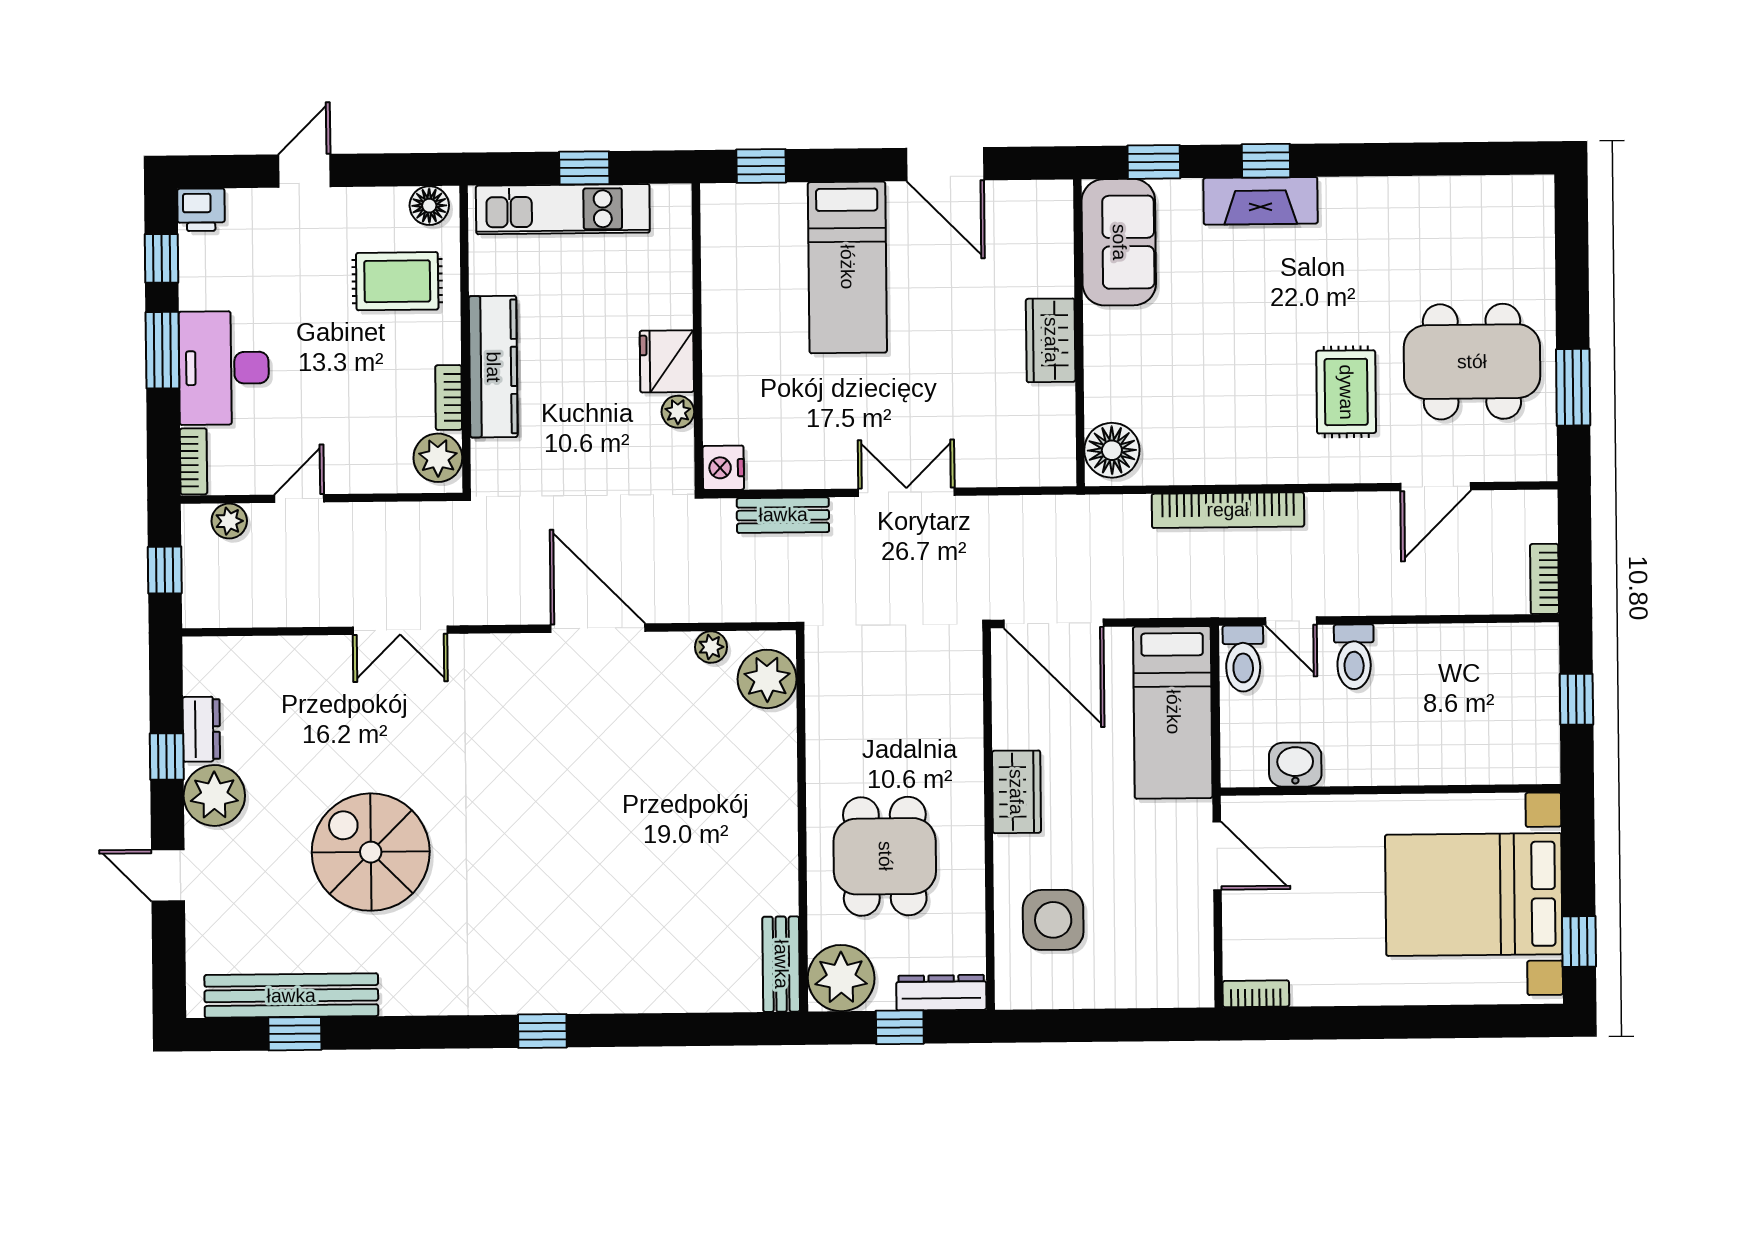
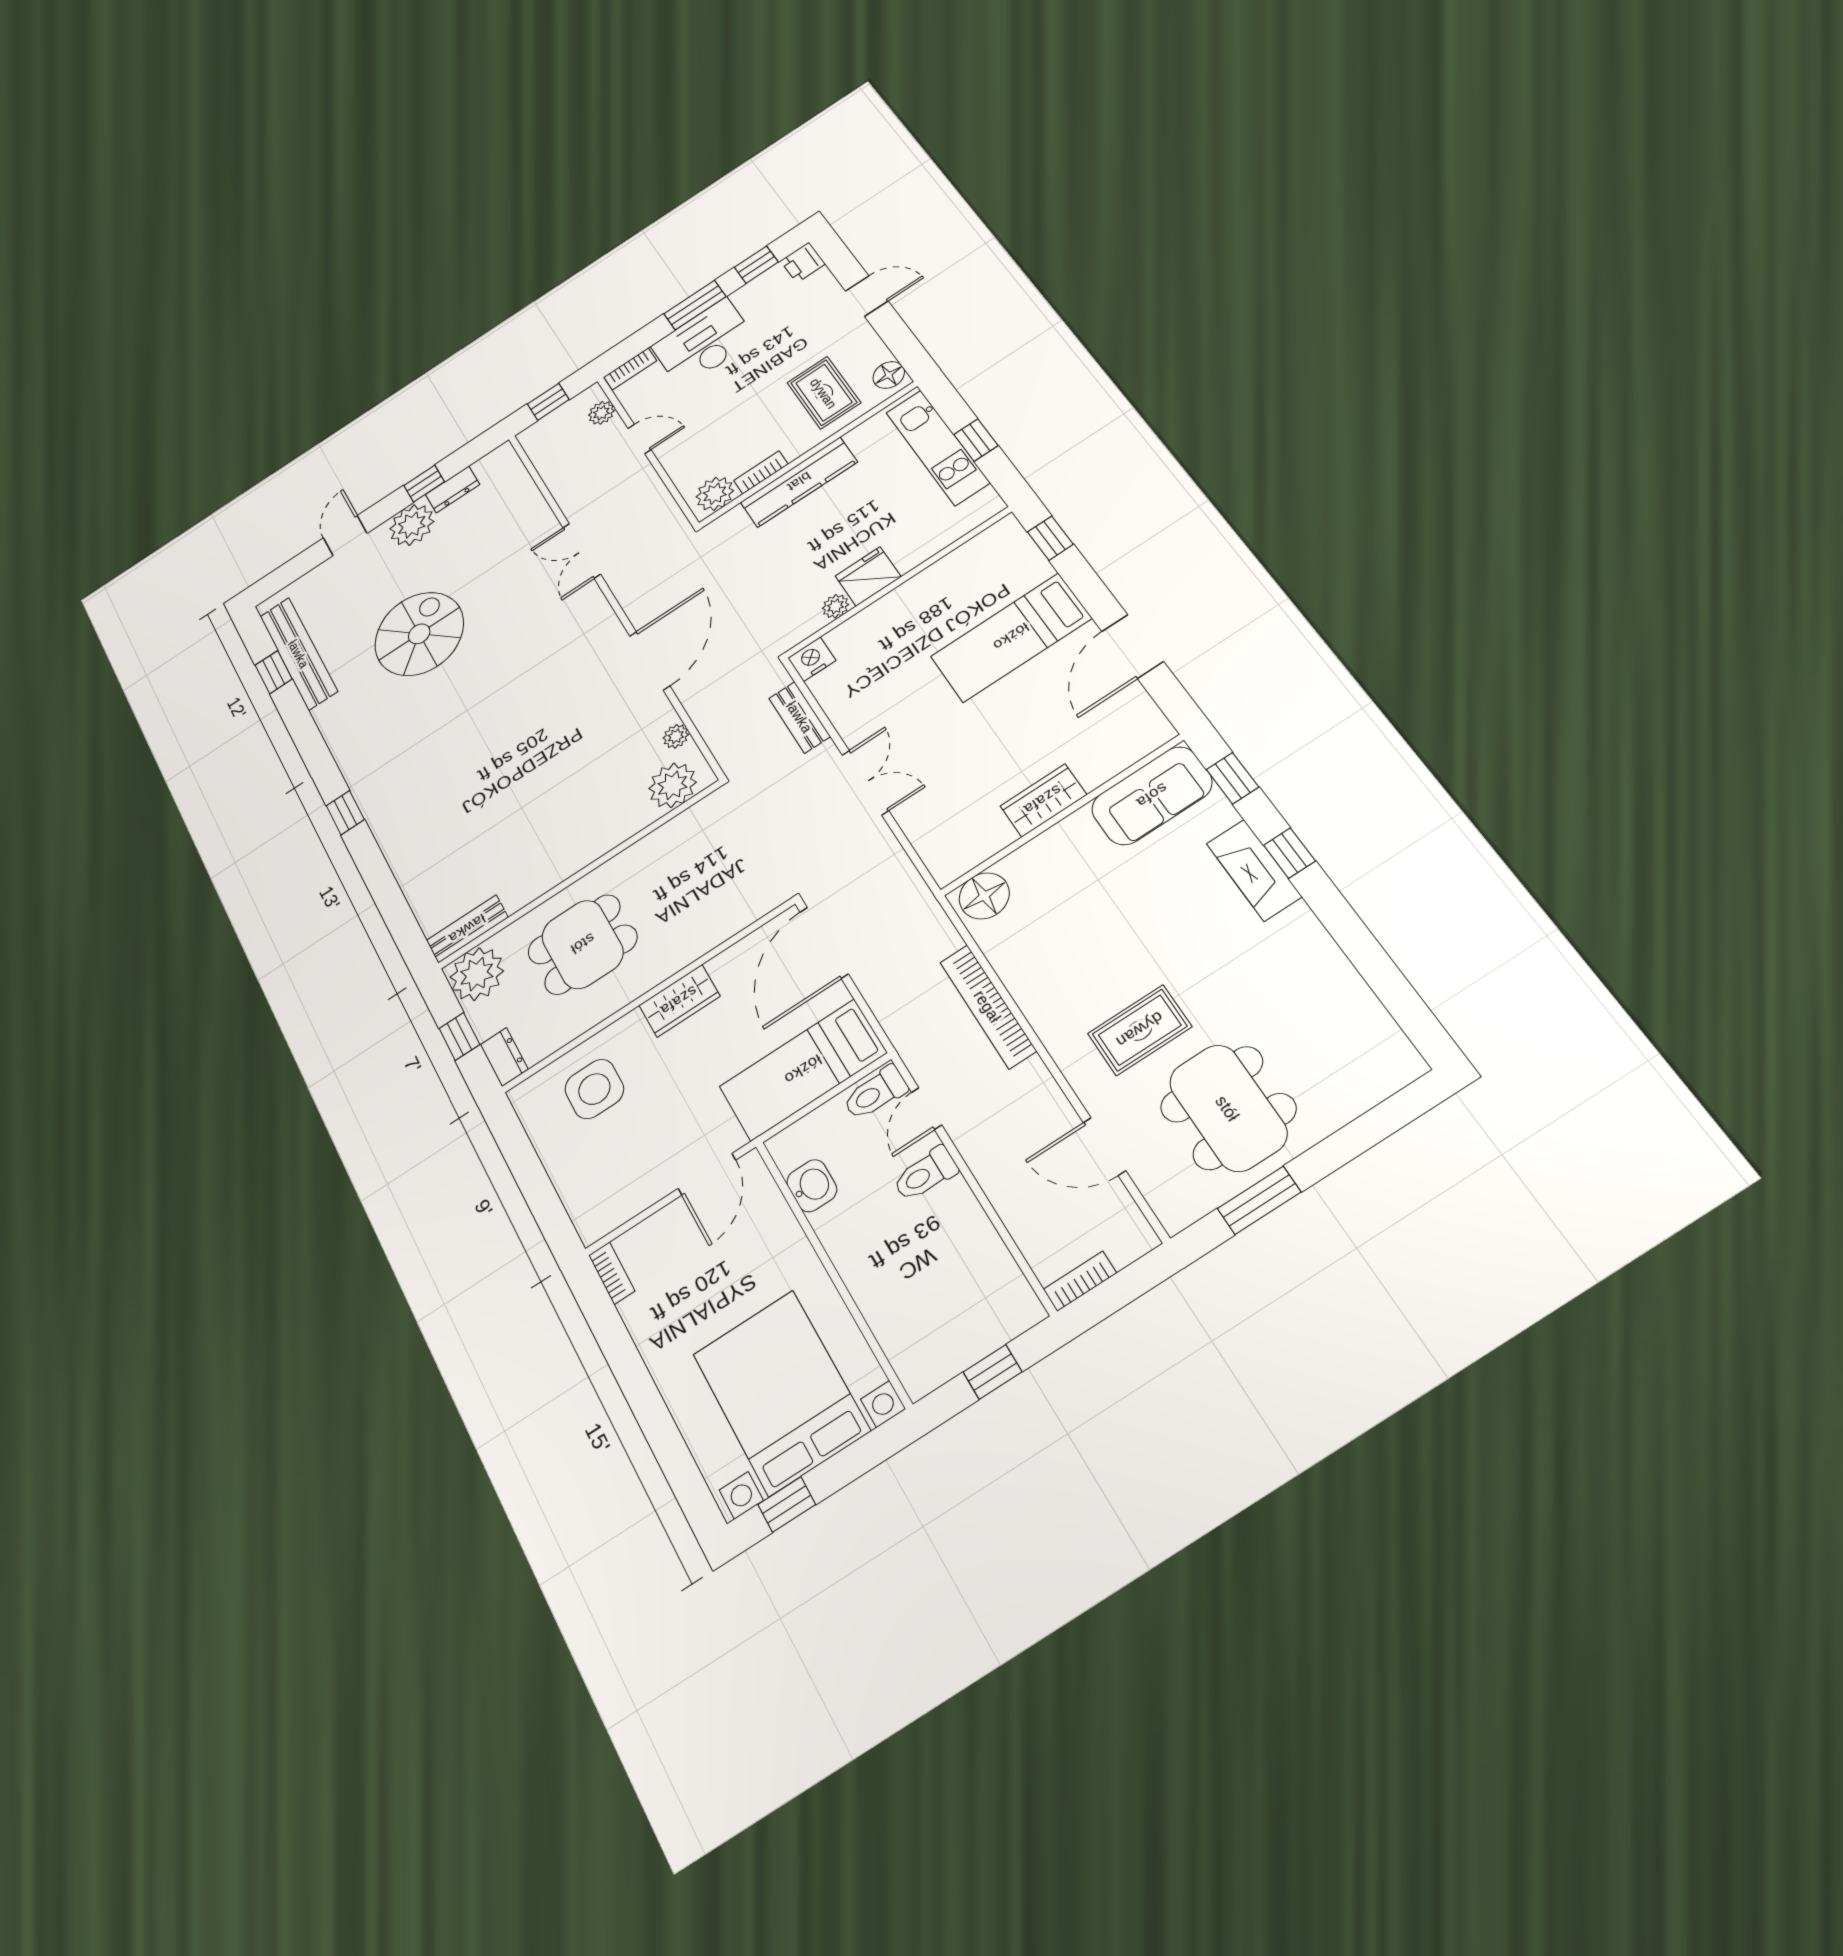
dresser: (941, 993) -> (504, 1057), width x0.70

